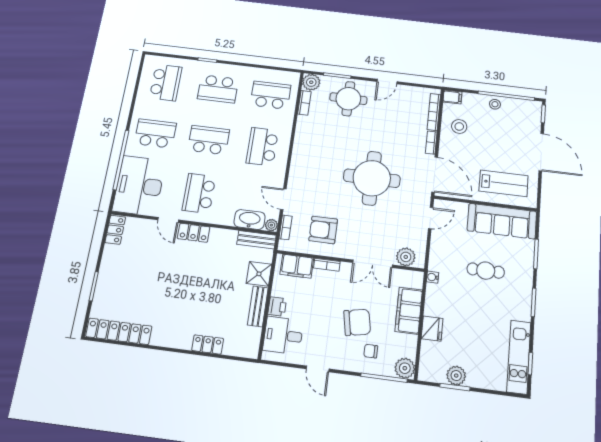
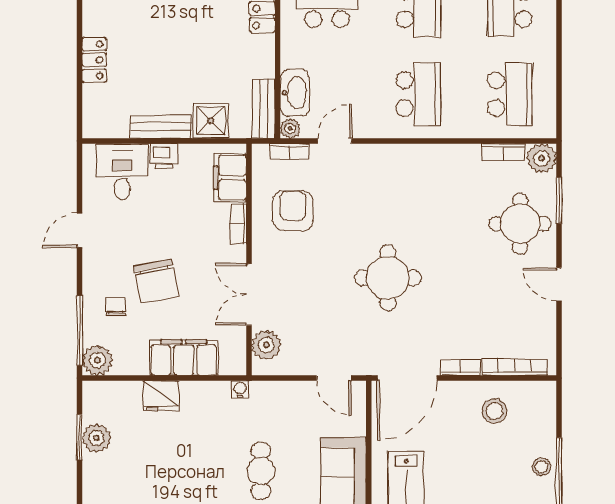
filing cabinet: (452, 97) -> (545, 396), removed
school desk: (262, 147) -> (418, 94), turned 90
round table: (372, 178) -> (388, 278), width x0.73, depth x0.73

